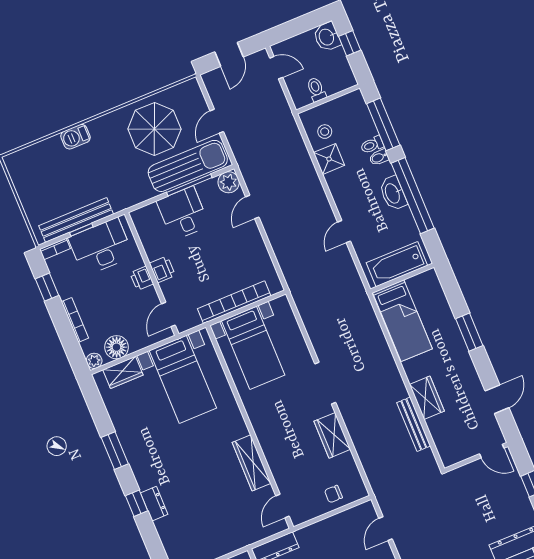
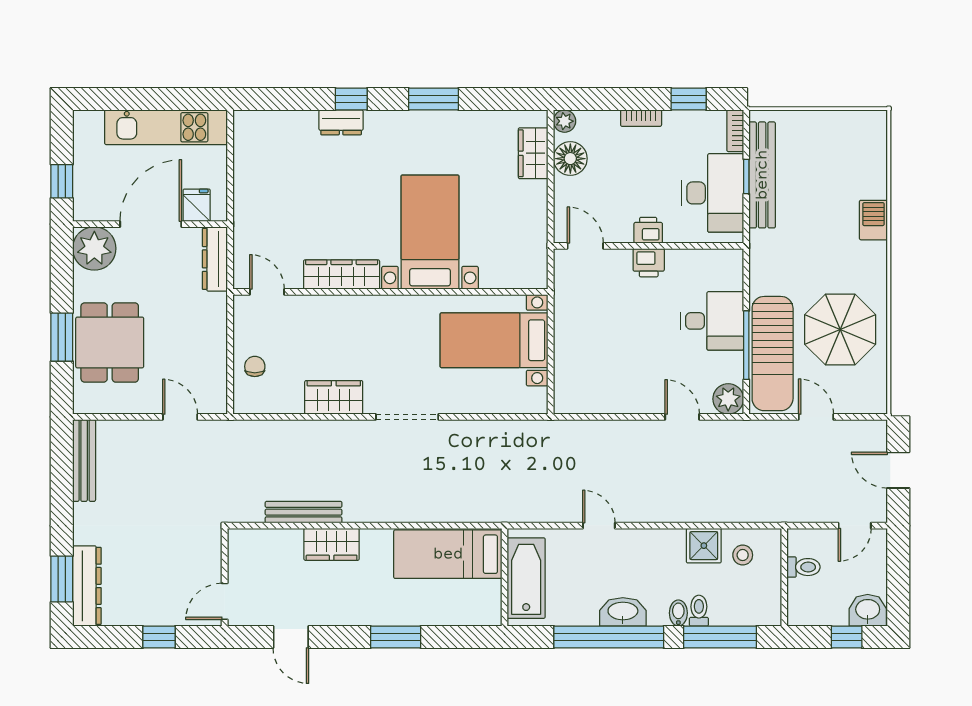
bookcase: (234, 302) -> (565, 340), removed
bookcase: (75, 320) -> (641, 118), width x0.64
bed with nightstands: (183, 379) -> (430, 232), moved, turned 90

